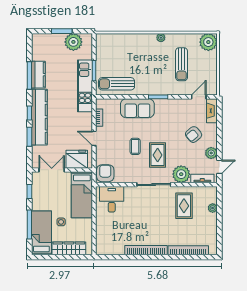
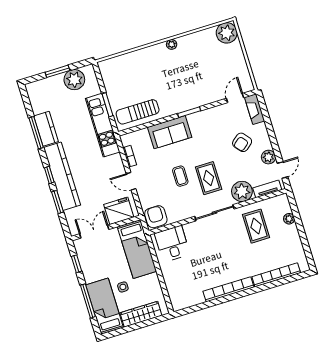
sun lounger: (182, 64) -> (204, 67), removed

